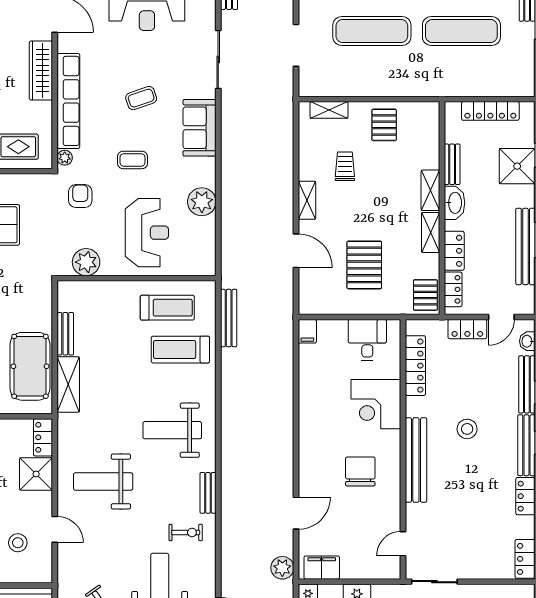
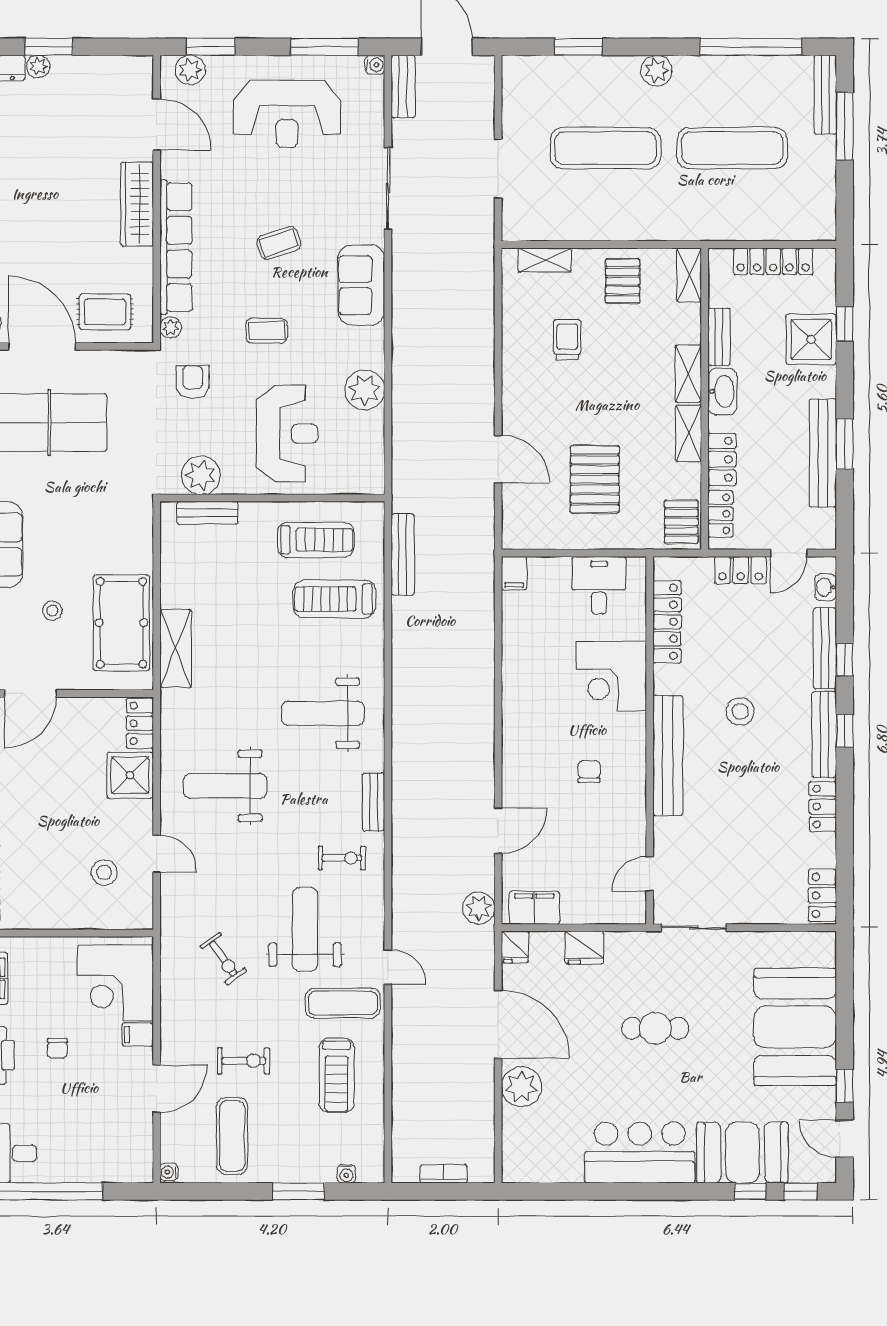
shelving: (307, 200) -> (689, 275), moved
bench: (65, 334) -> (207, 513), moved, turned 90
chair: (360, 471) -> (589, 772), width x0.54, depth x0.54

